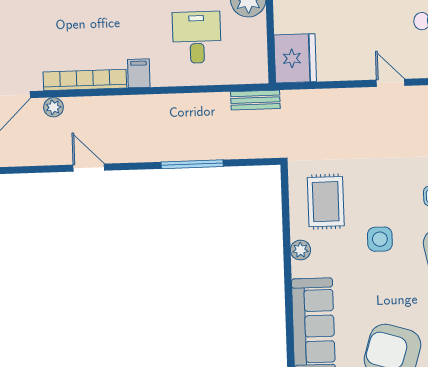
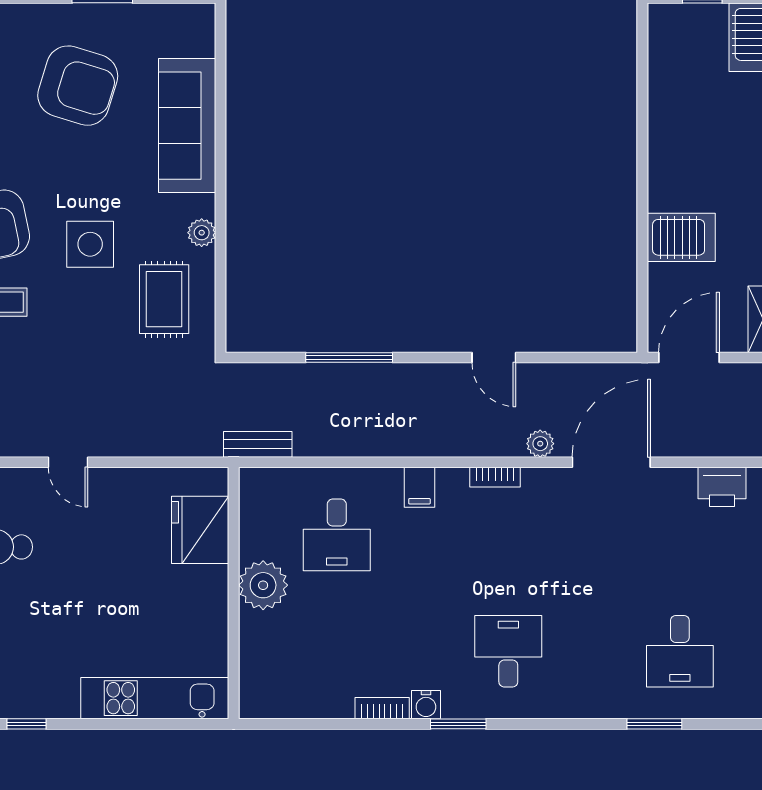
fridge: (295, 58) -> (200, 530), moved
bookcase: (85, 80) -> (495, 477), width x0.43, depth x0.76
side table: (380, 239) -> (90, 244), width x1.37, depth x1.37

